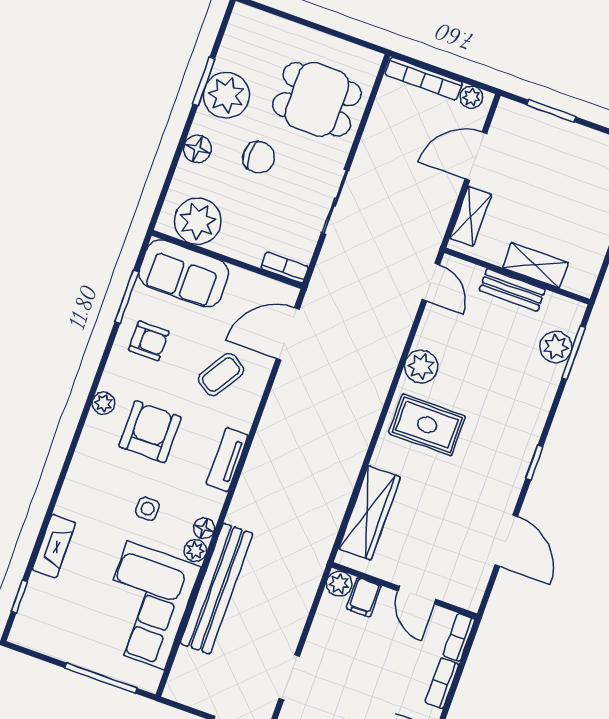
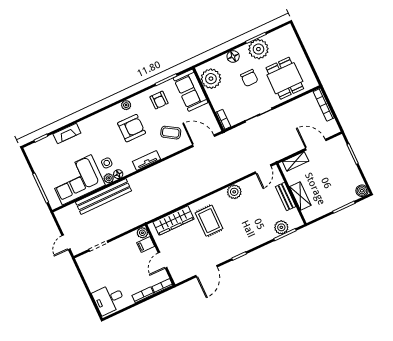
plant: (471, 97) -> (333, 125), removed
rug: (427, 425) -> (209, 221), moved
side table: (148, 509) -> (107, 163), moved

